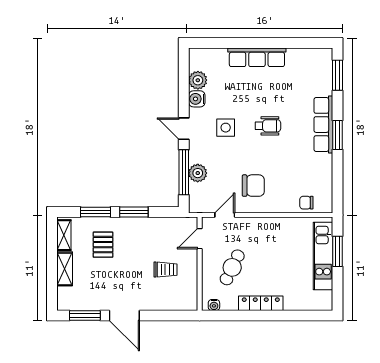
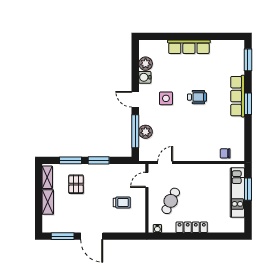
chair: (253, 186) -> (186, 141), removed

